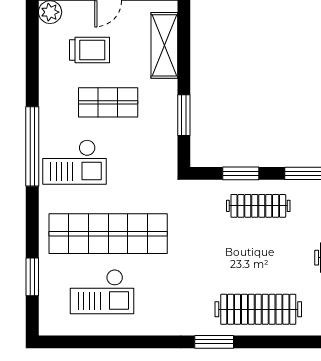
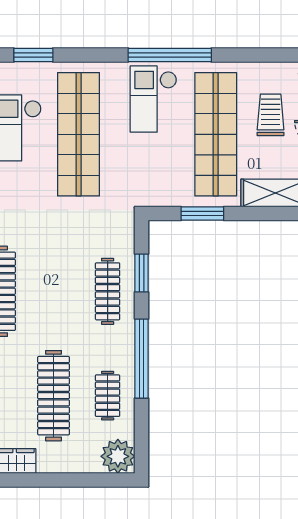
trolley: (89, 50) -> (271, 115), turned 180
shop shelf: (108, 102) -> (216, 134), width x2.00, depth x1.36

